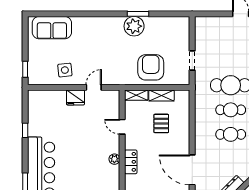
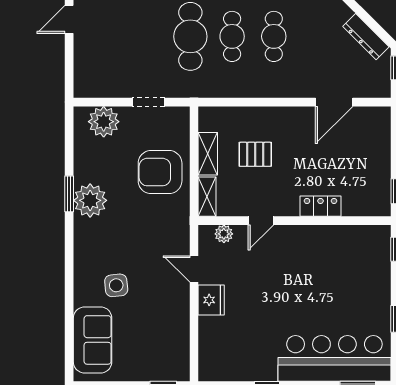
plant: (180, 34) -> (104, 122), added
side table: (65, 70) -> (116, 285), moved
plant: (114, 159) -> (224, 234), moved
door: (192, 170) -> (334, 102), width x0.73

